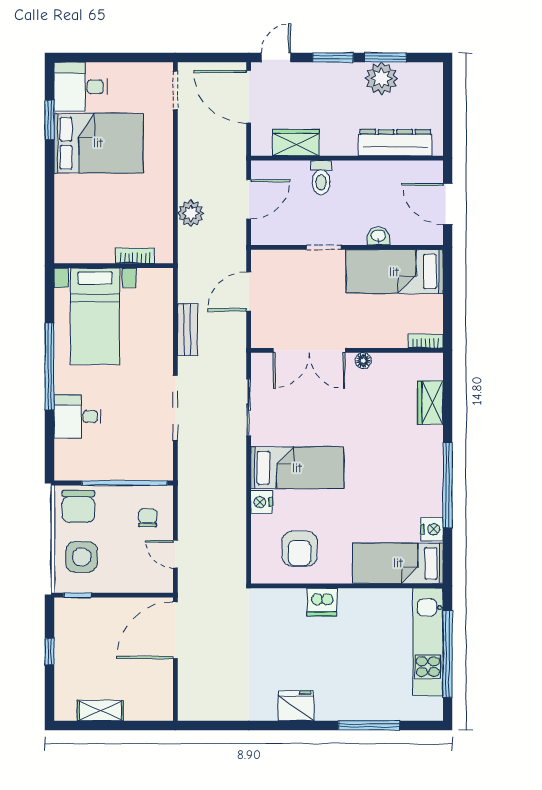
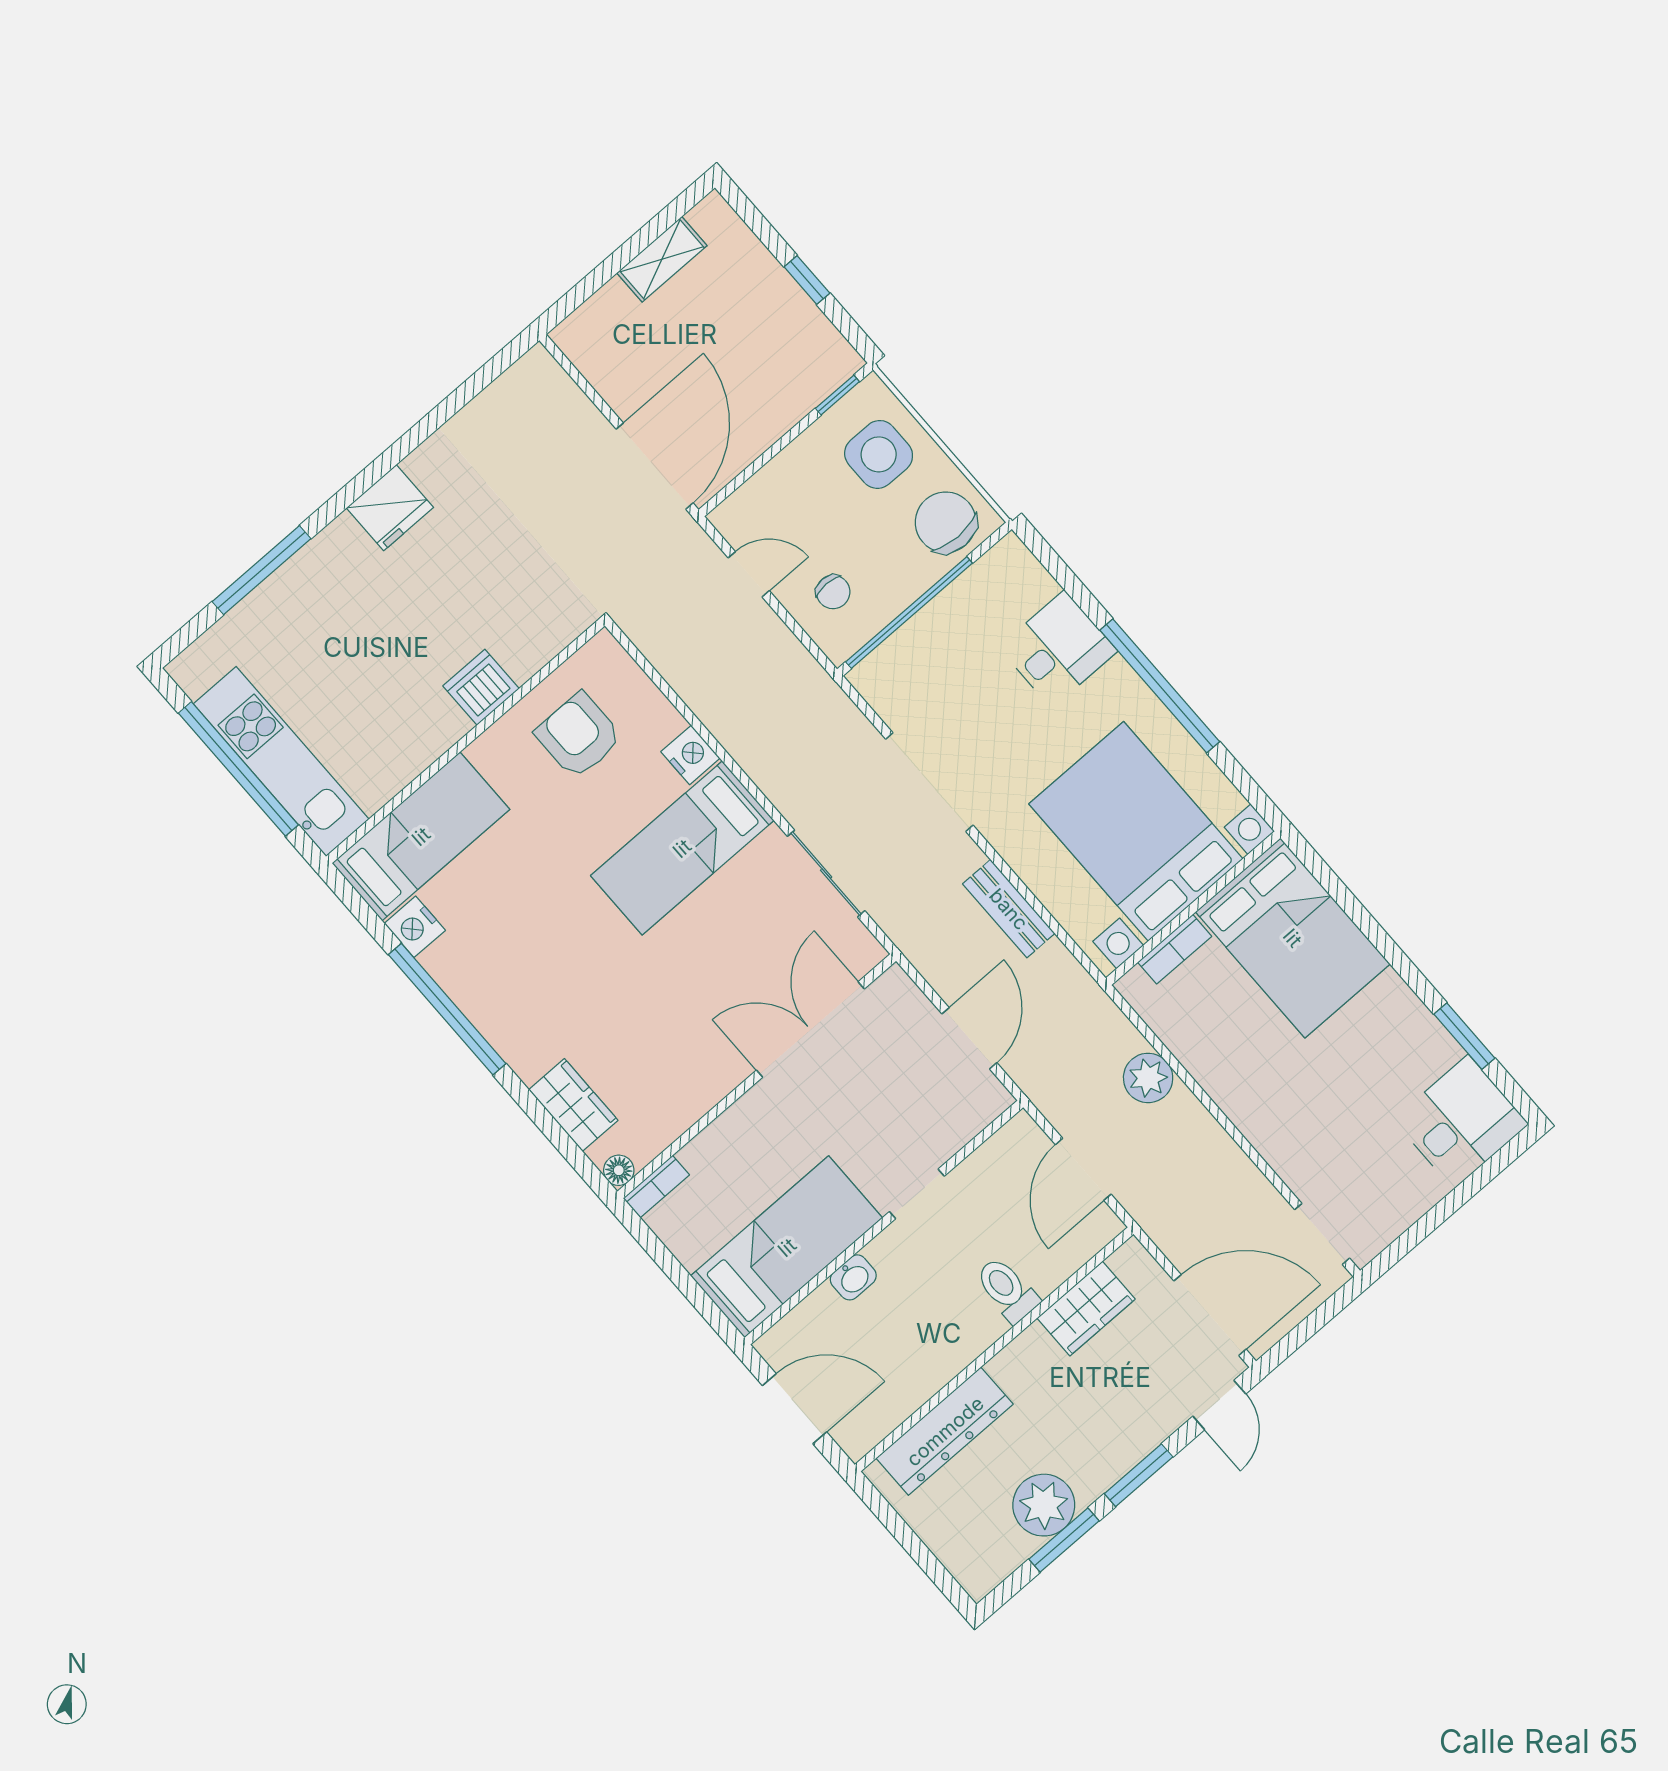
bed: (98, 143) -> (1293, 938), moved, turned -90
bed with nightstands: (95, 316) -> (1136, 831), width x1.36
floor lamp: (363, 361) -> (619, 1170), moved

